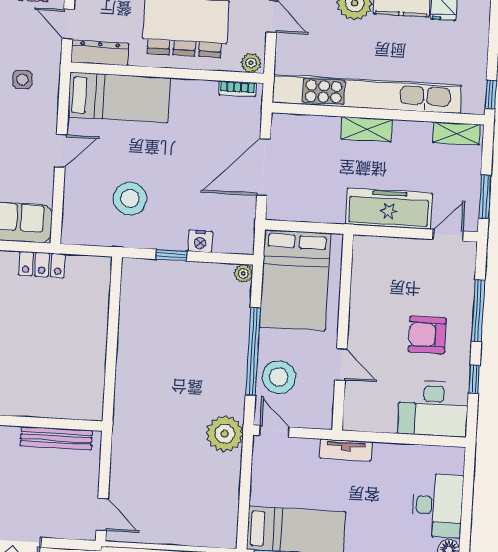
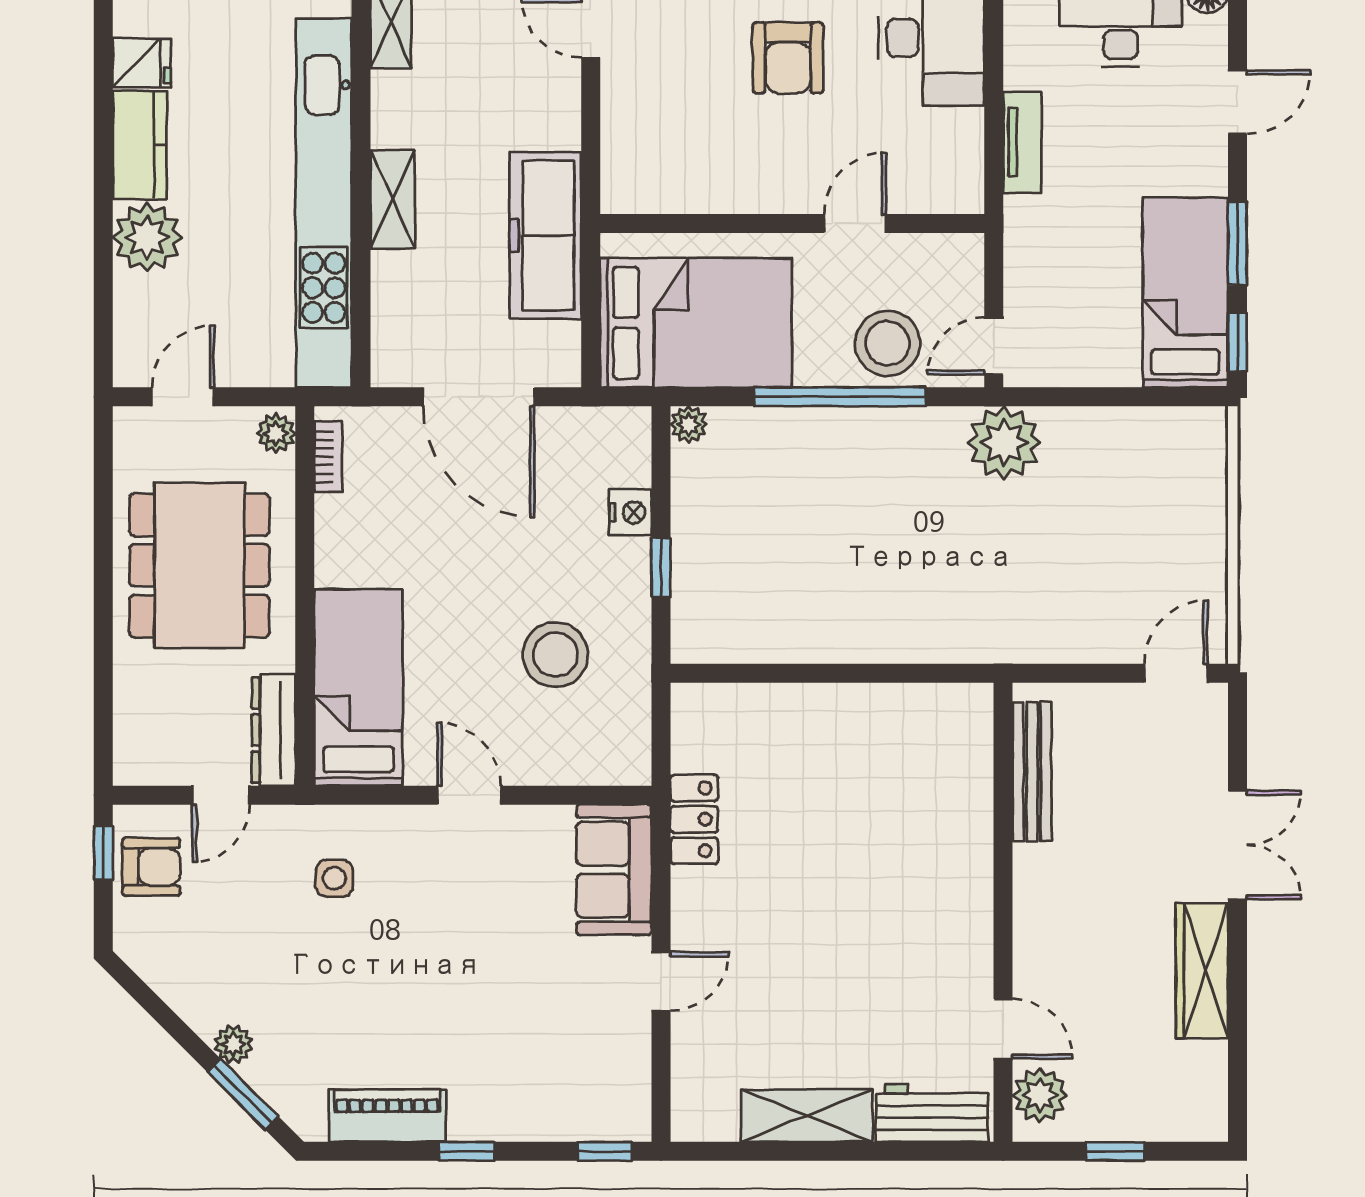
freezer: (389, 209) -> (546, 236), moved
tv unit: (346, 450) -> (1022, 142), moved

